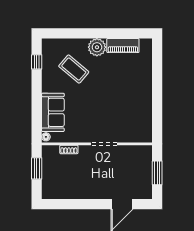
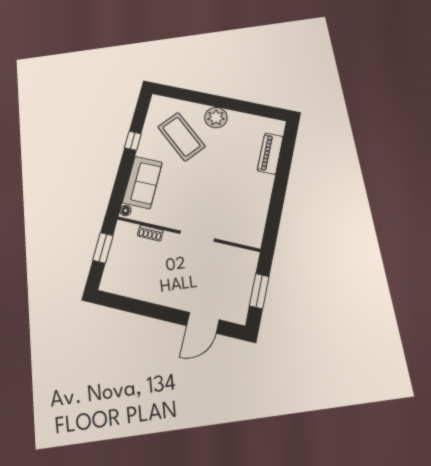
piano: (123, 46) -> (270, 154), moved, turned 90
window: (37, 62) -> (133, 141), moved
coffee table: (74, 69) -> (181, 137), width x1.36, depth x1.32

